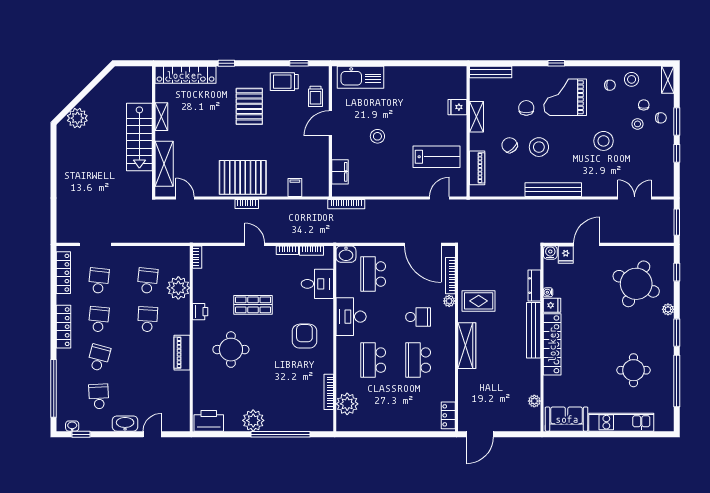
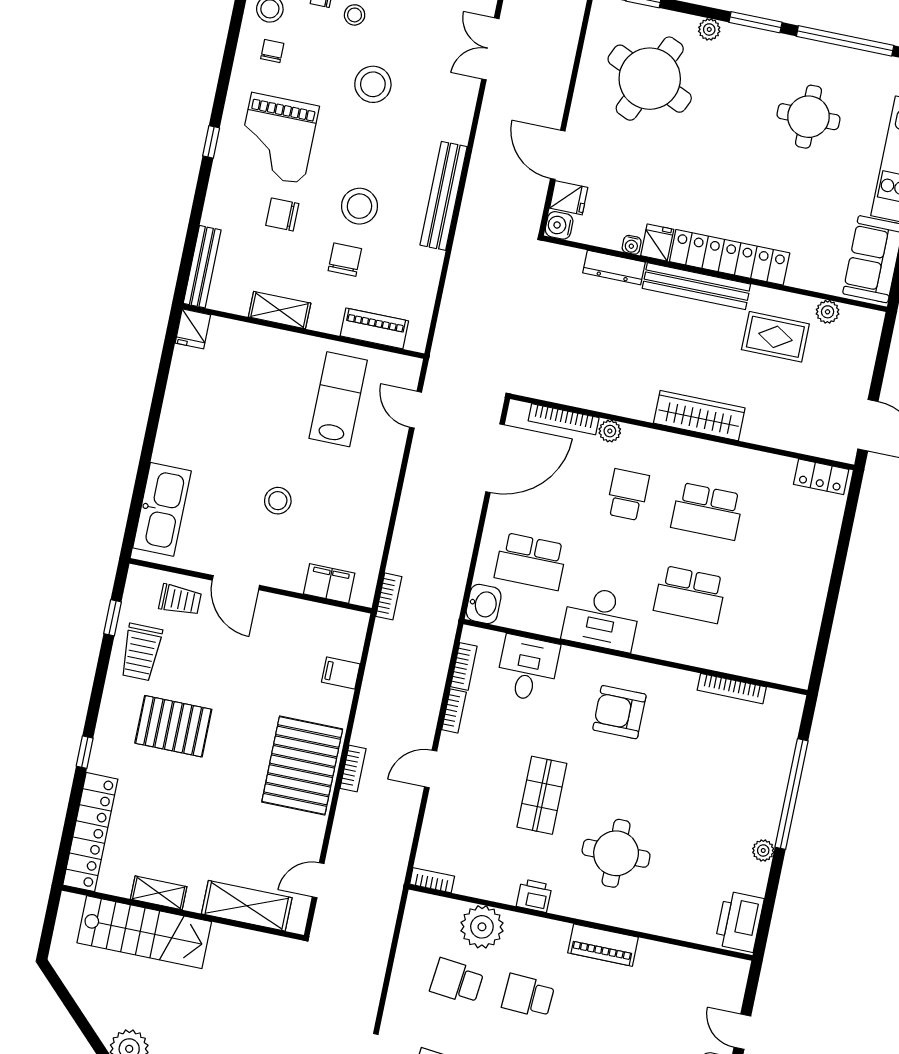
fridge: (457, 107) -> (193, 329), moved
stairs: (139, 137) -> (144, 932), moved
chair: (510, 145) -> (345, 260), turned 132
bookcase: (346, 204) -> (389, 596), width x0.64
rug: (479, 301) -> (775, 337), moved, turned 90
plant: (347, 404) -> (761, 659), removed
plant: (253, 420) -> (763, 850), width x0.53, depth x0.53

